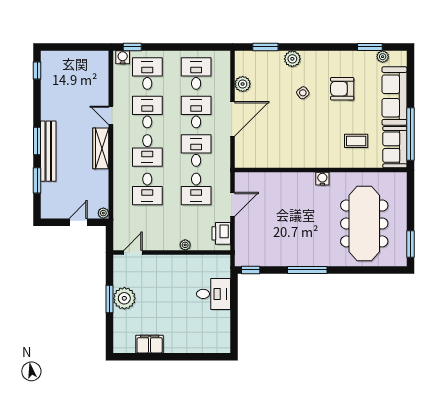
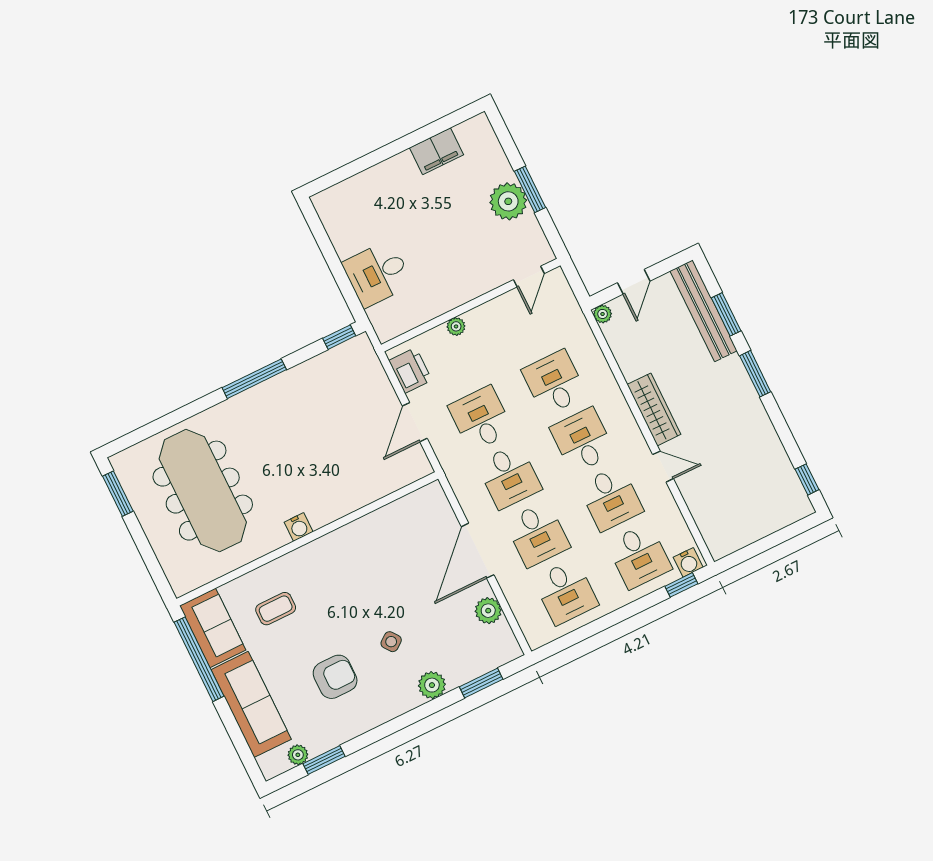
bench: (48, 151) -> (704, 311), moved

